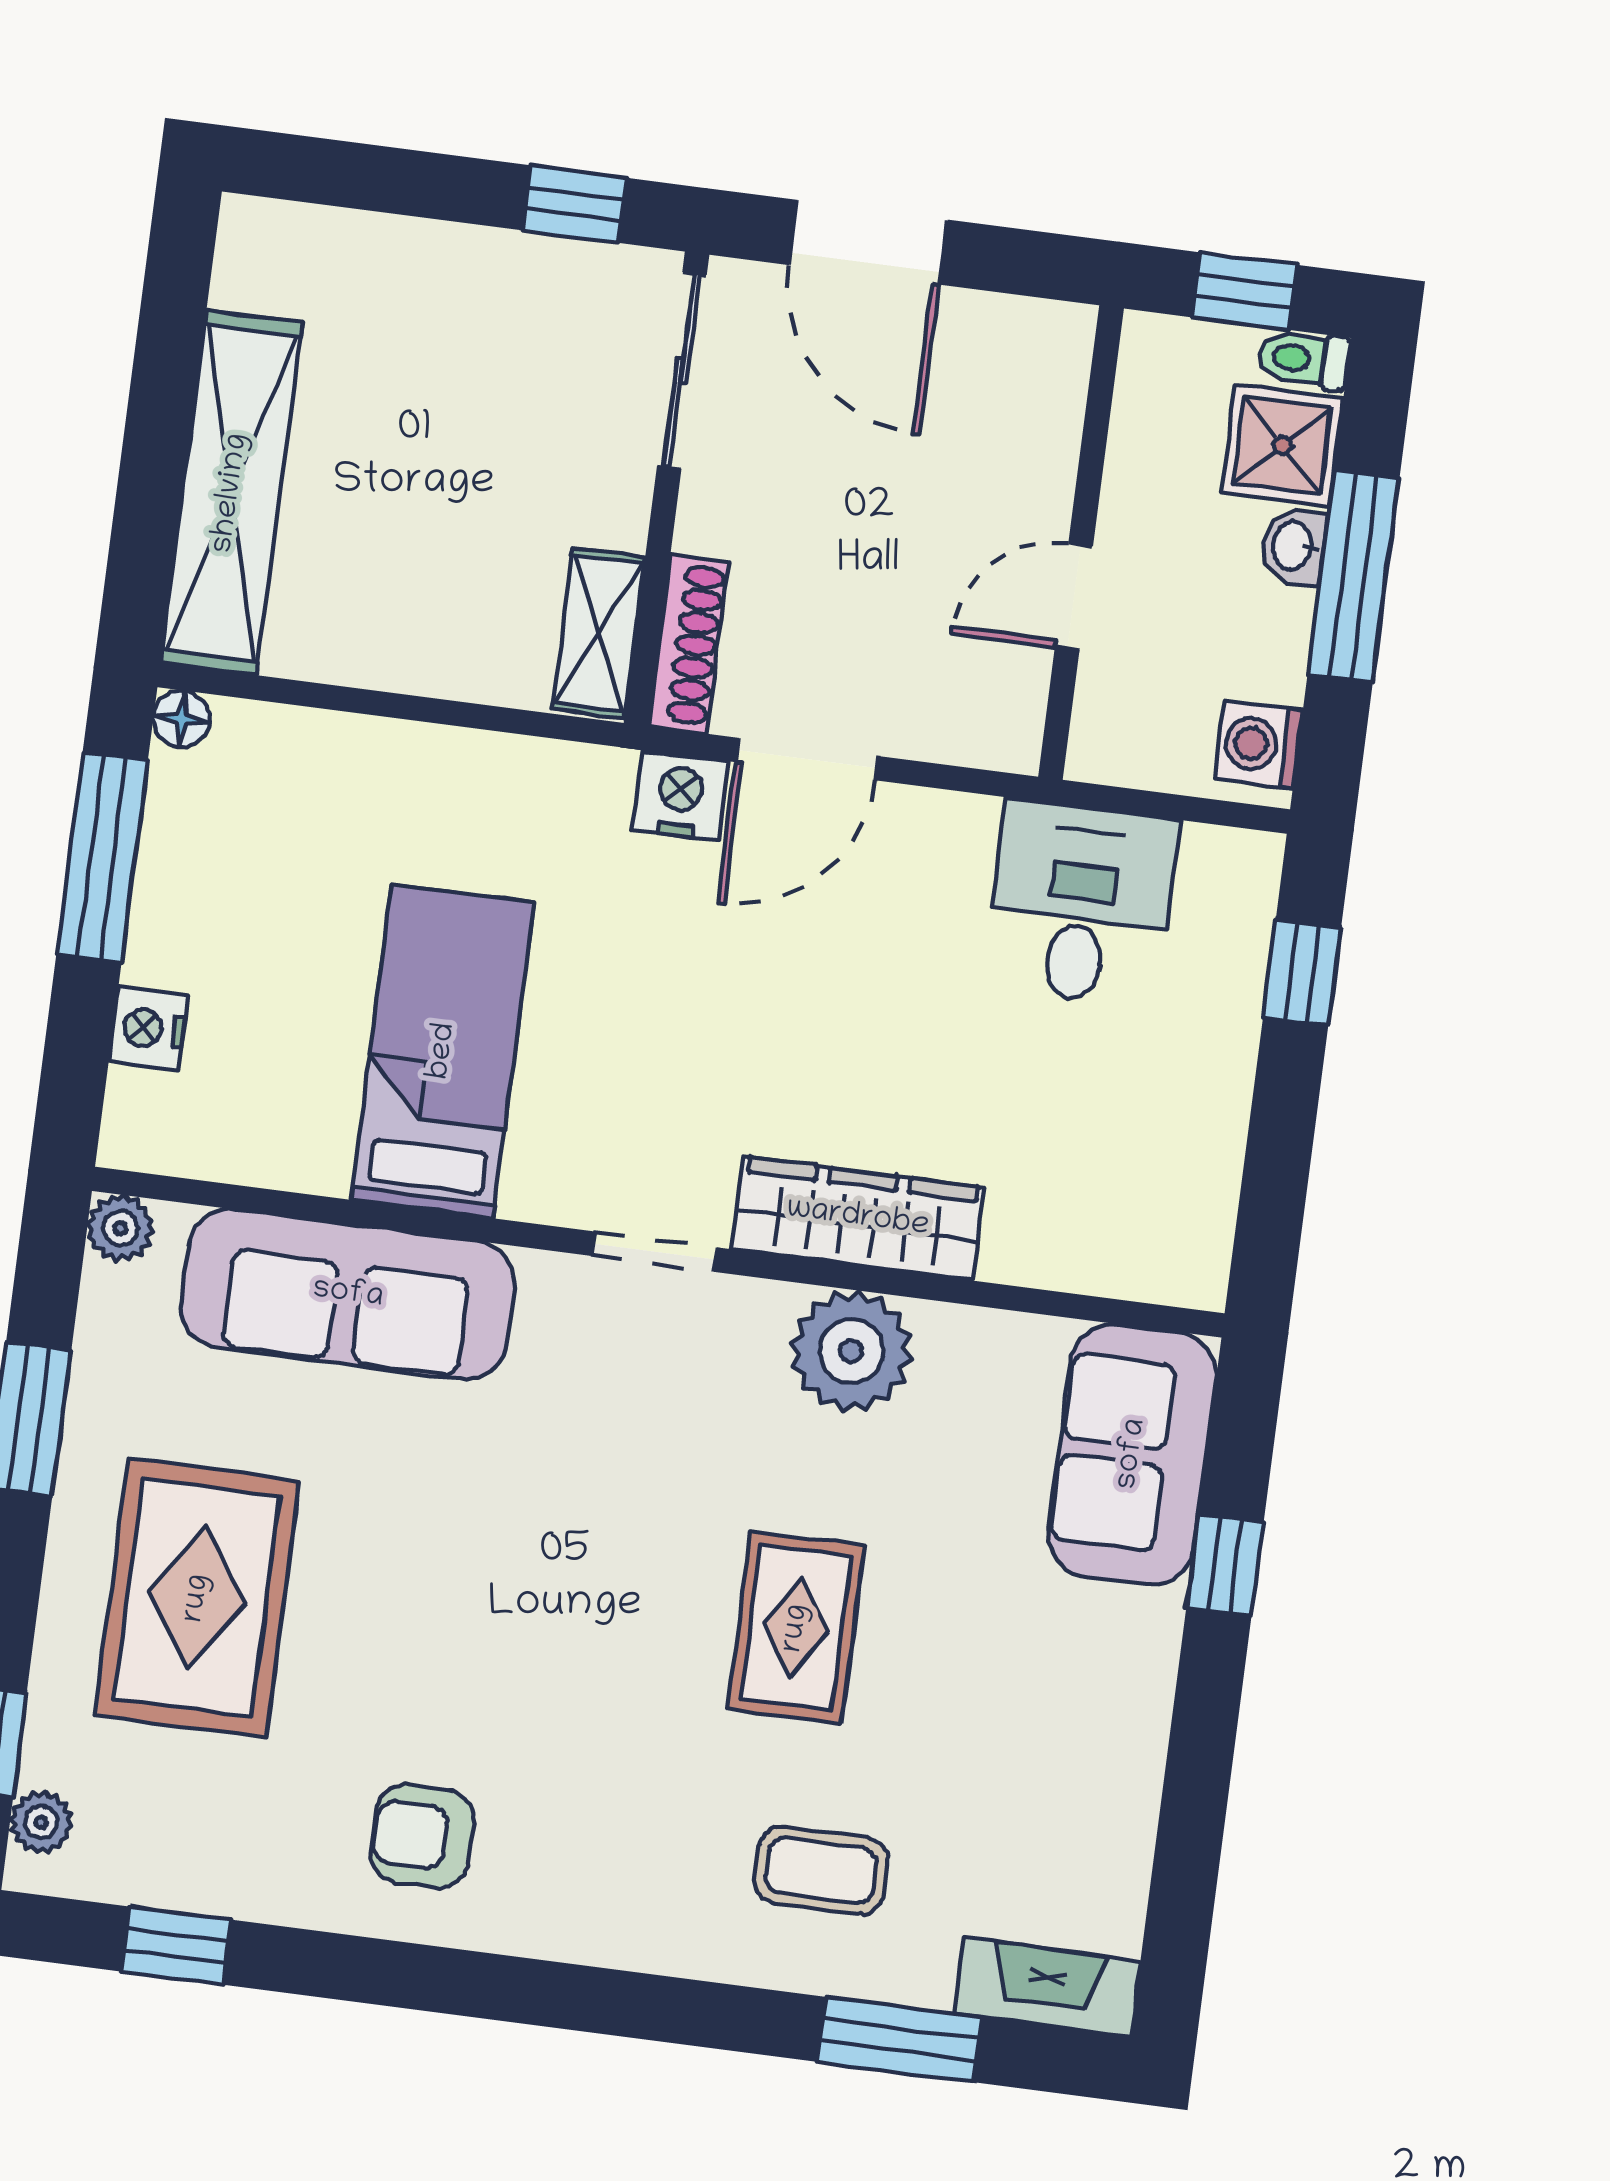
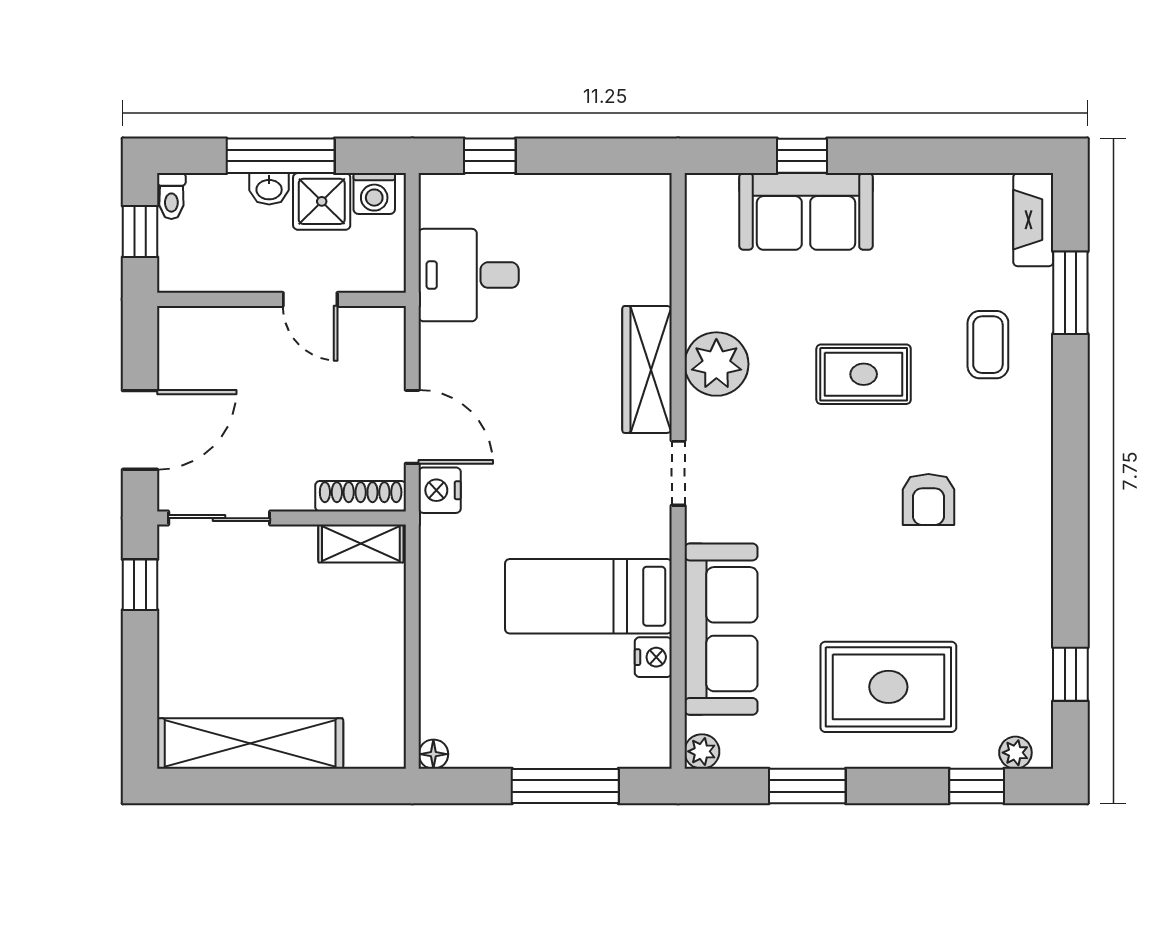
shower: (1282, 446) -> (322, 201), moved
shelving: (231, 493) -> (250, 743), moved
window: (102, 858) -> (565, 786), moved
nightstand: (148, 1028) -> (653, 657), moved, turned -90
sofa: (1132, 1454) -> (806, 211), moved
armchair: (422, 1836) -> (928, 499), moved

